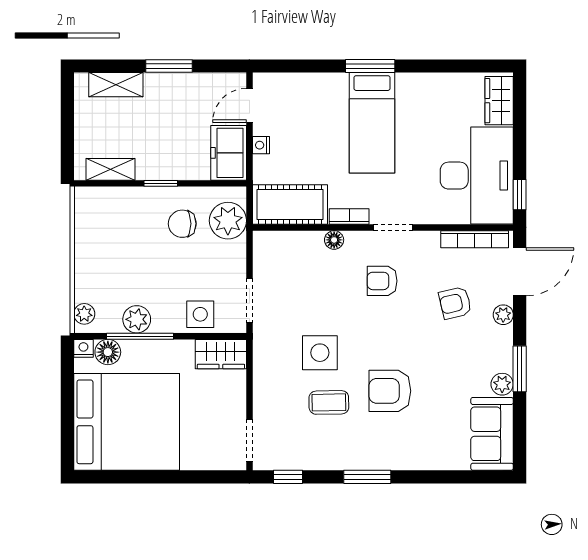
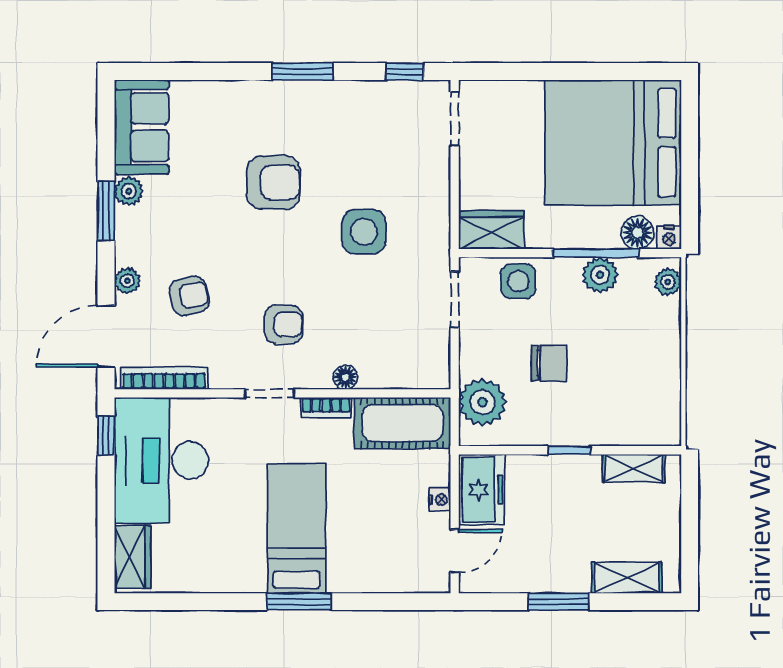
chair: (182, 224) -> (549, 363), moved
coffee table: (329, 402) -> (352, 168), removed

